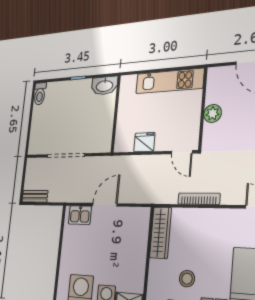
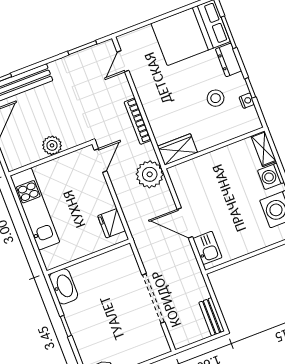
fridge: (144, 142) -> (112, 223), moved
plant: (153, 191) -> (150, 174), added
wardrobe: (160, 233) -> (177, 149), width x0.67

